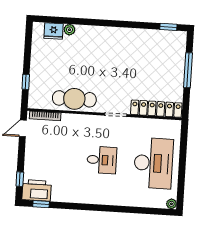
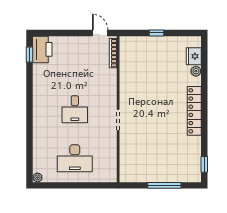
window: (26, 82) -> (156, 33), moved
cafe table: (74, 99) -> (131, 80), removed
locker: (156, 109) -> (194, 111), moved, turned 180
desk: (153, 163) -> (75, 158), width x0.73, depth x0.77
window: (20, 179) -> (52, 33), removed

